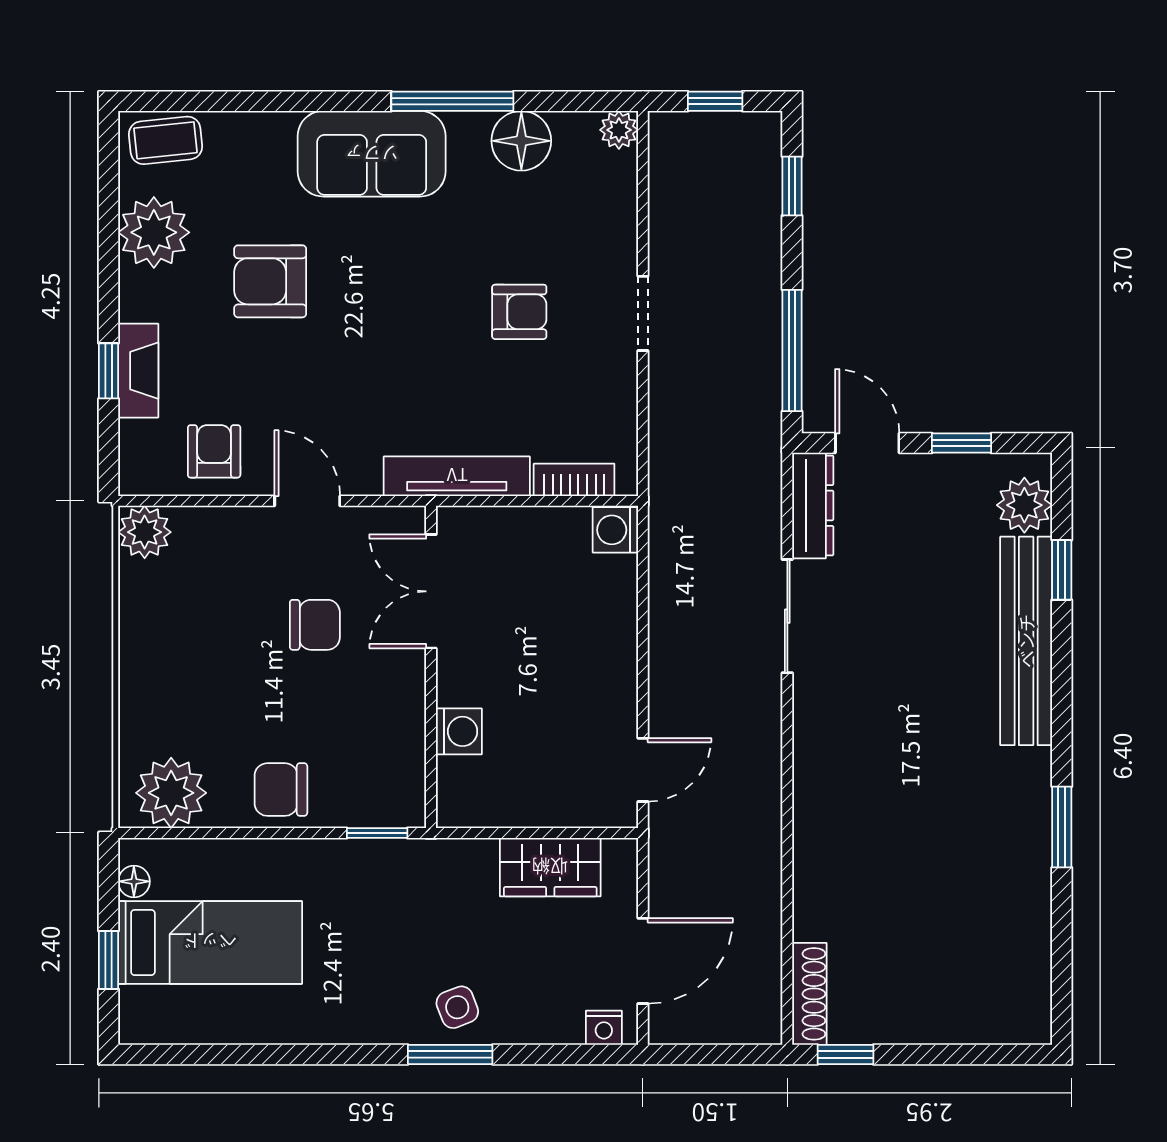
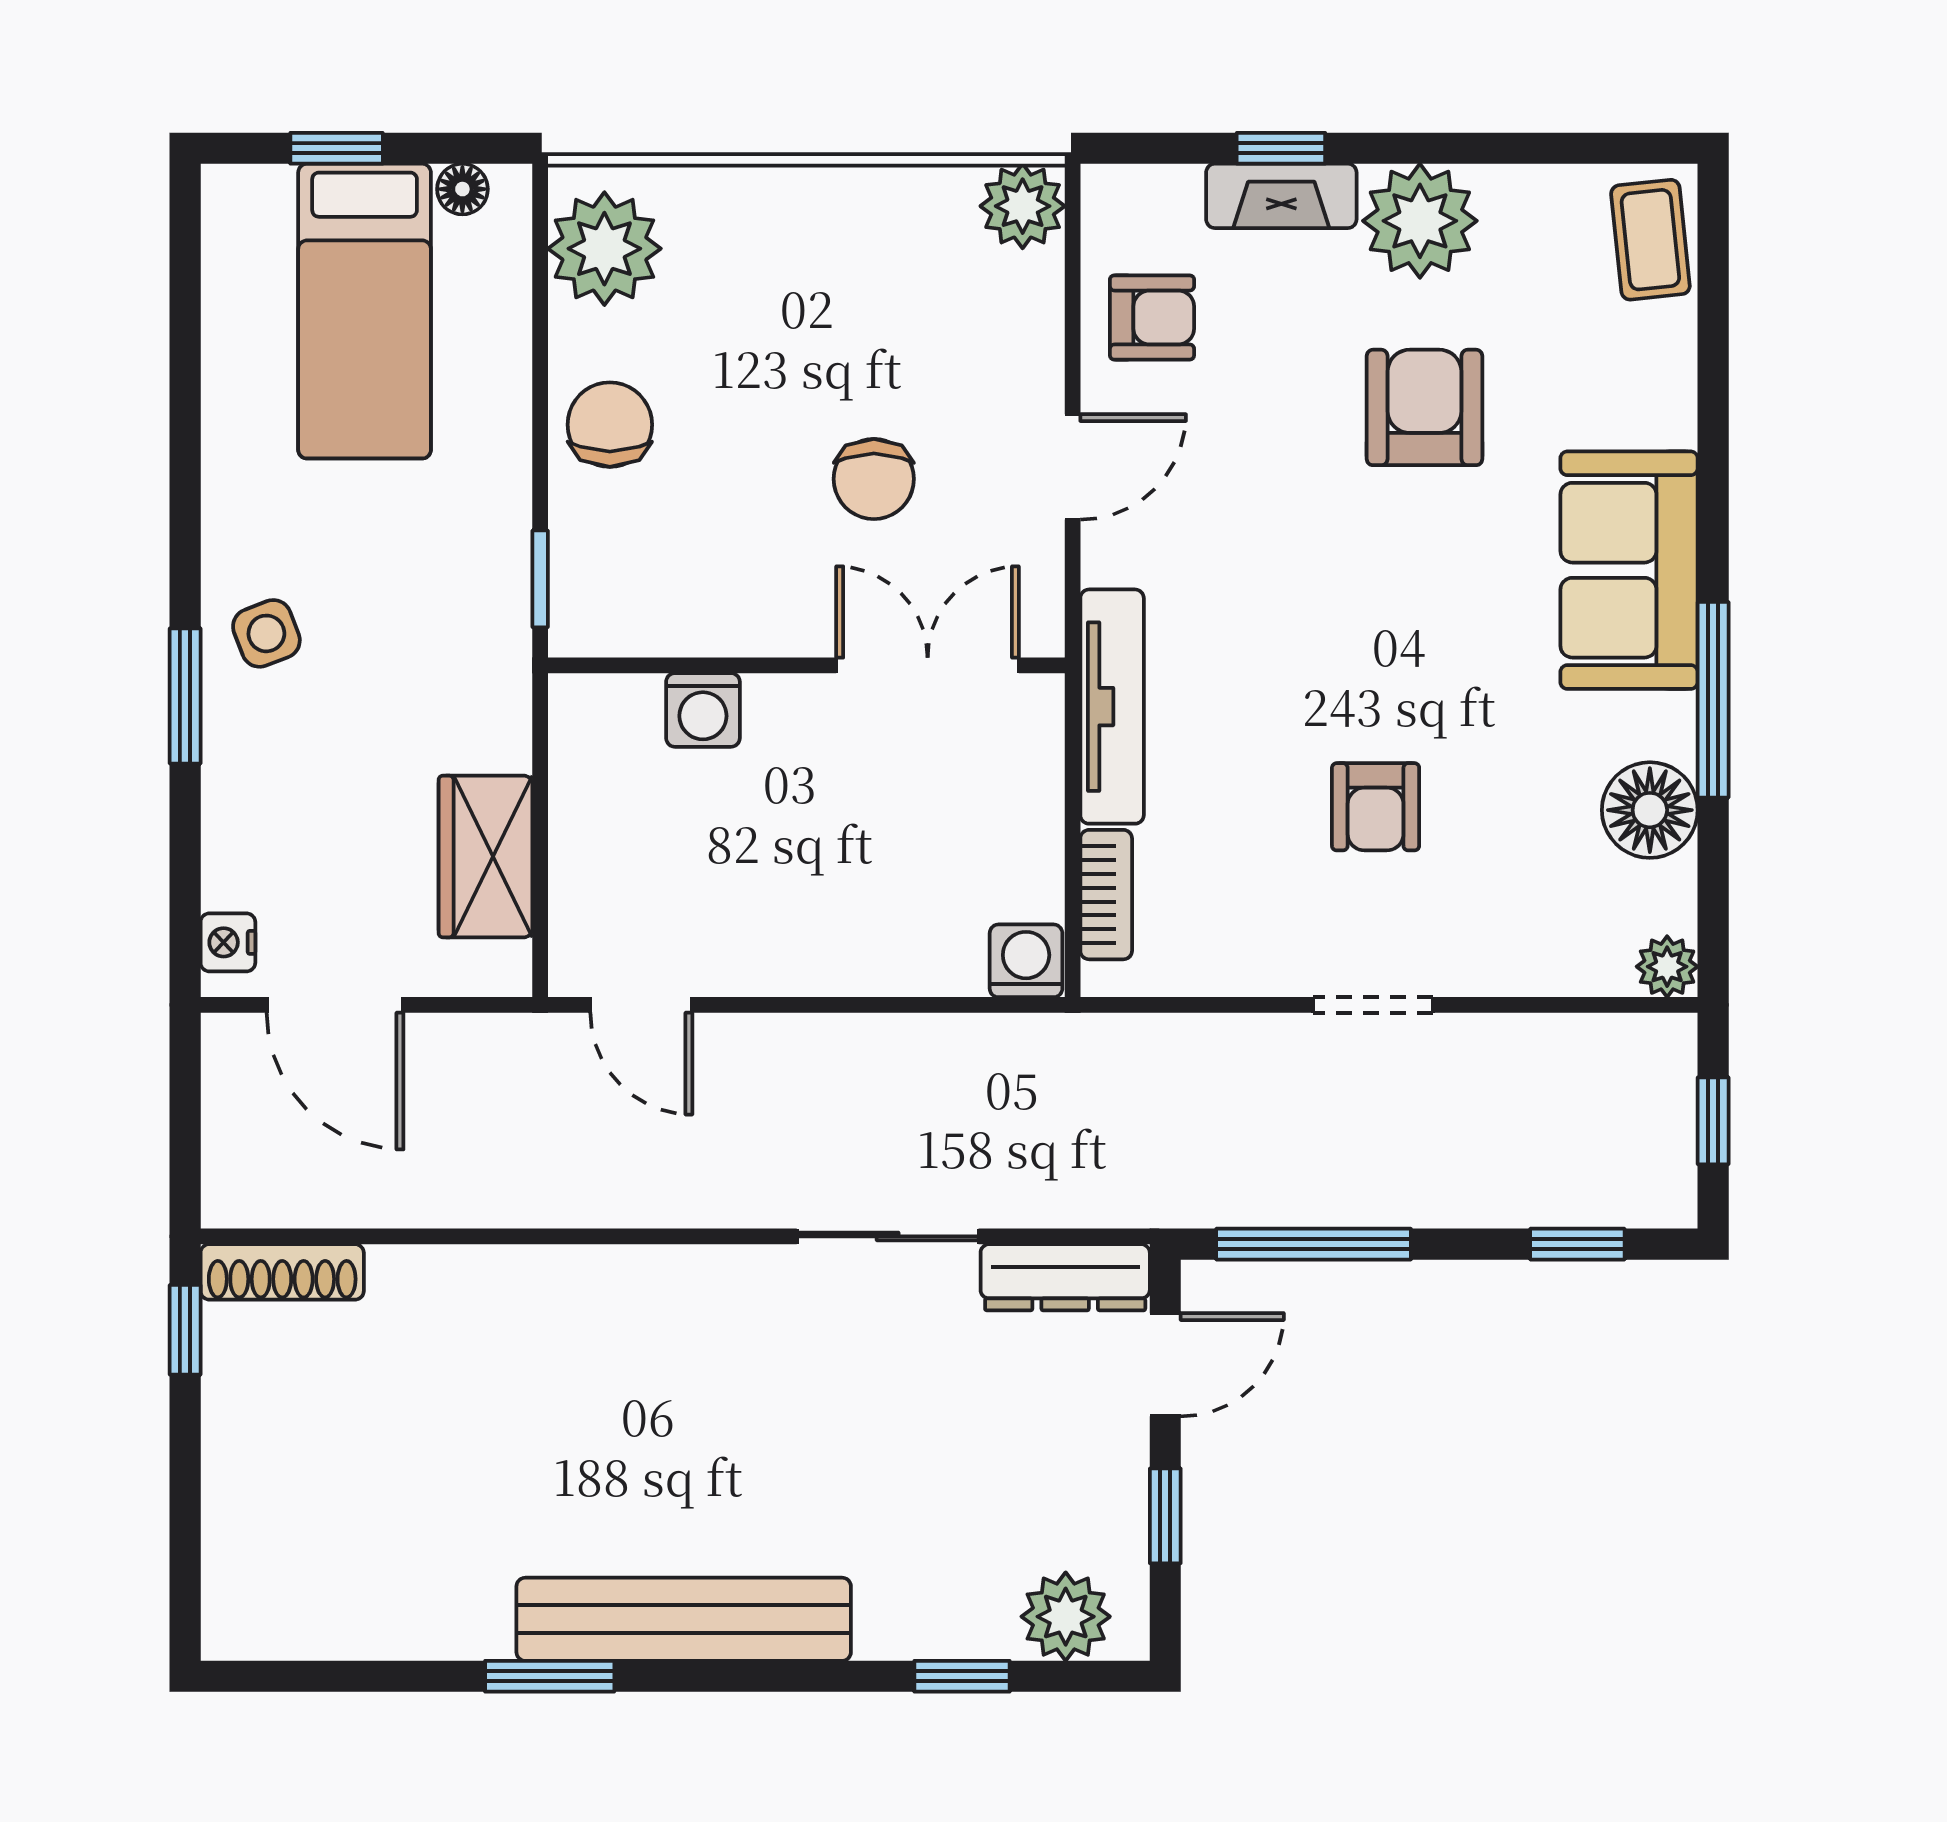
plant: (154, 232) -> (1420, 221), moved
bench: (1026, 641) -> (684, 1619), moved
side table: (457, 1007) -> (266, 633), moved

